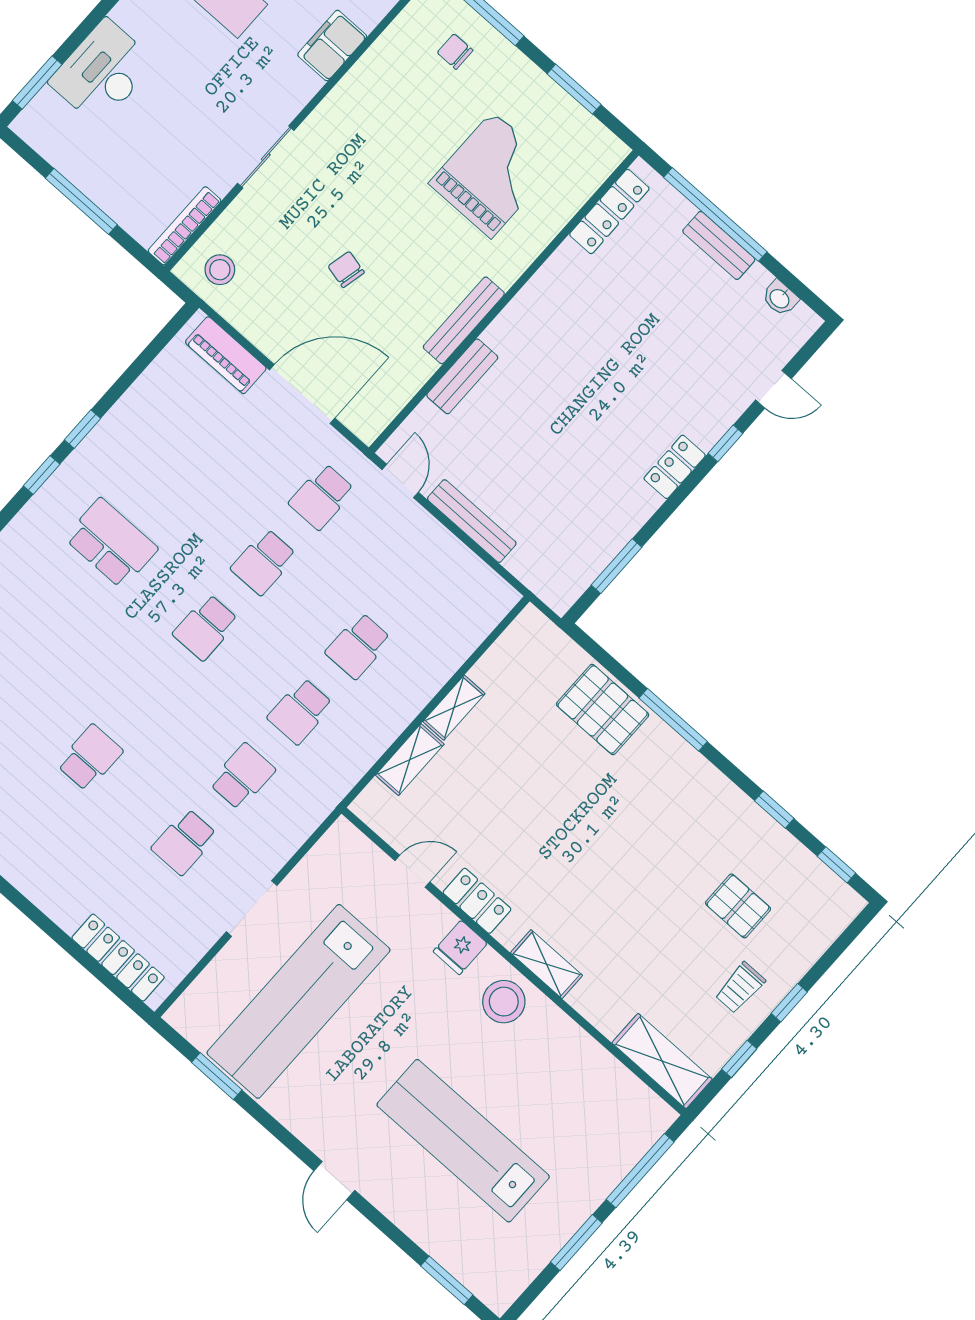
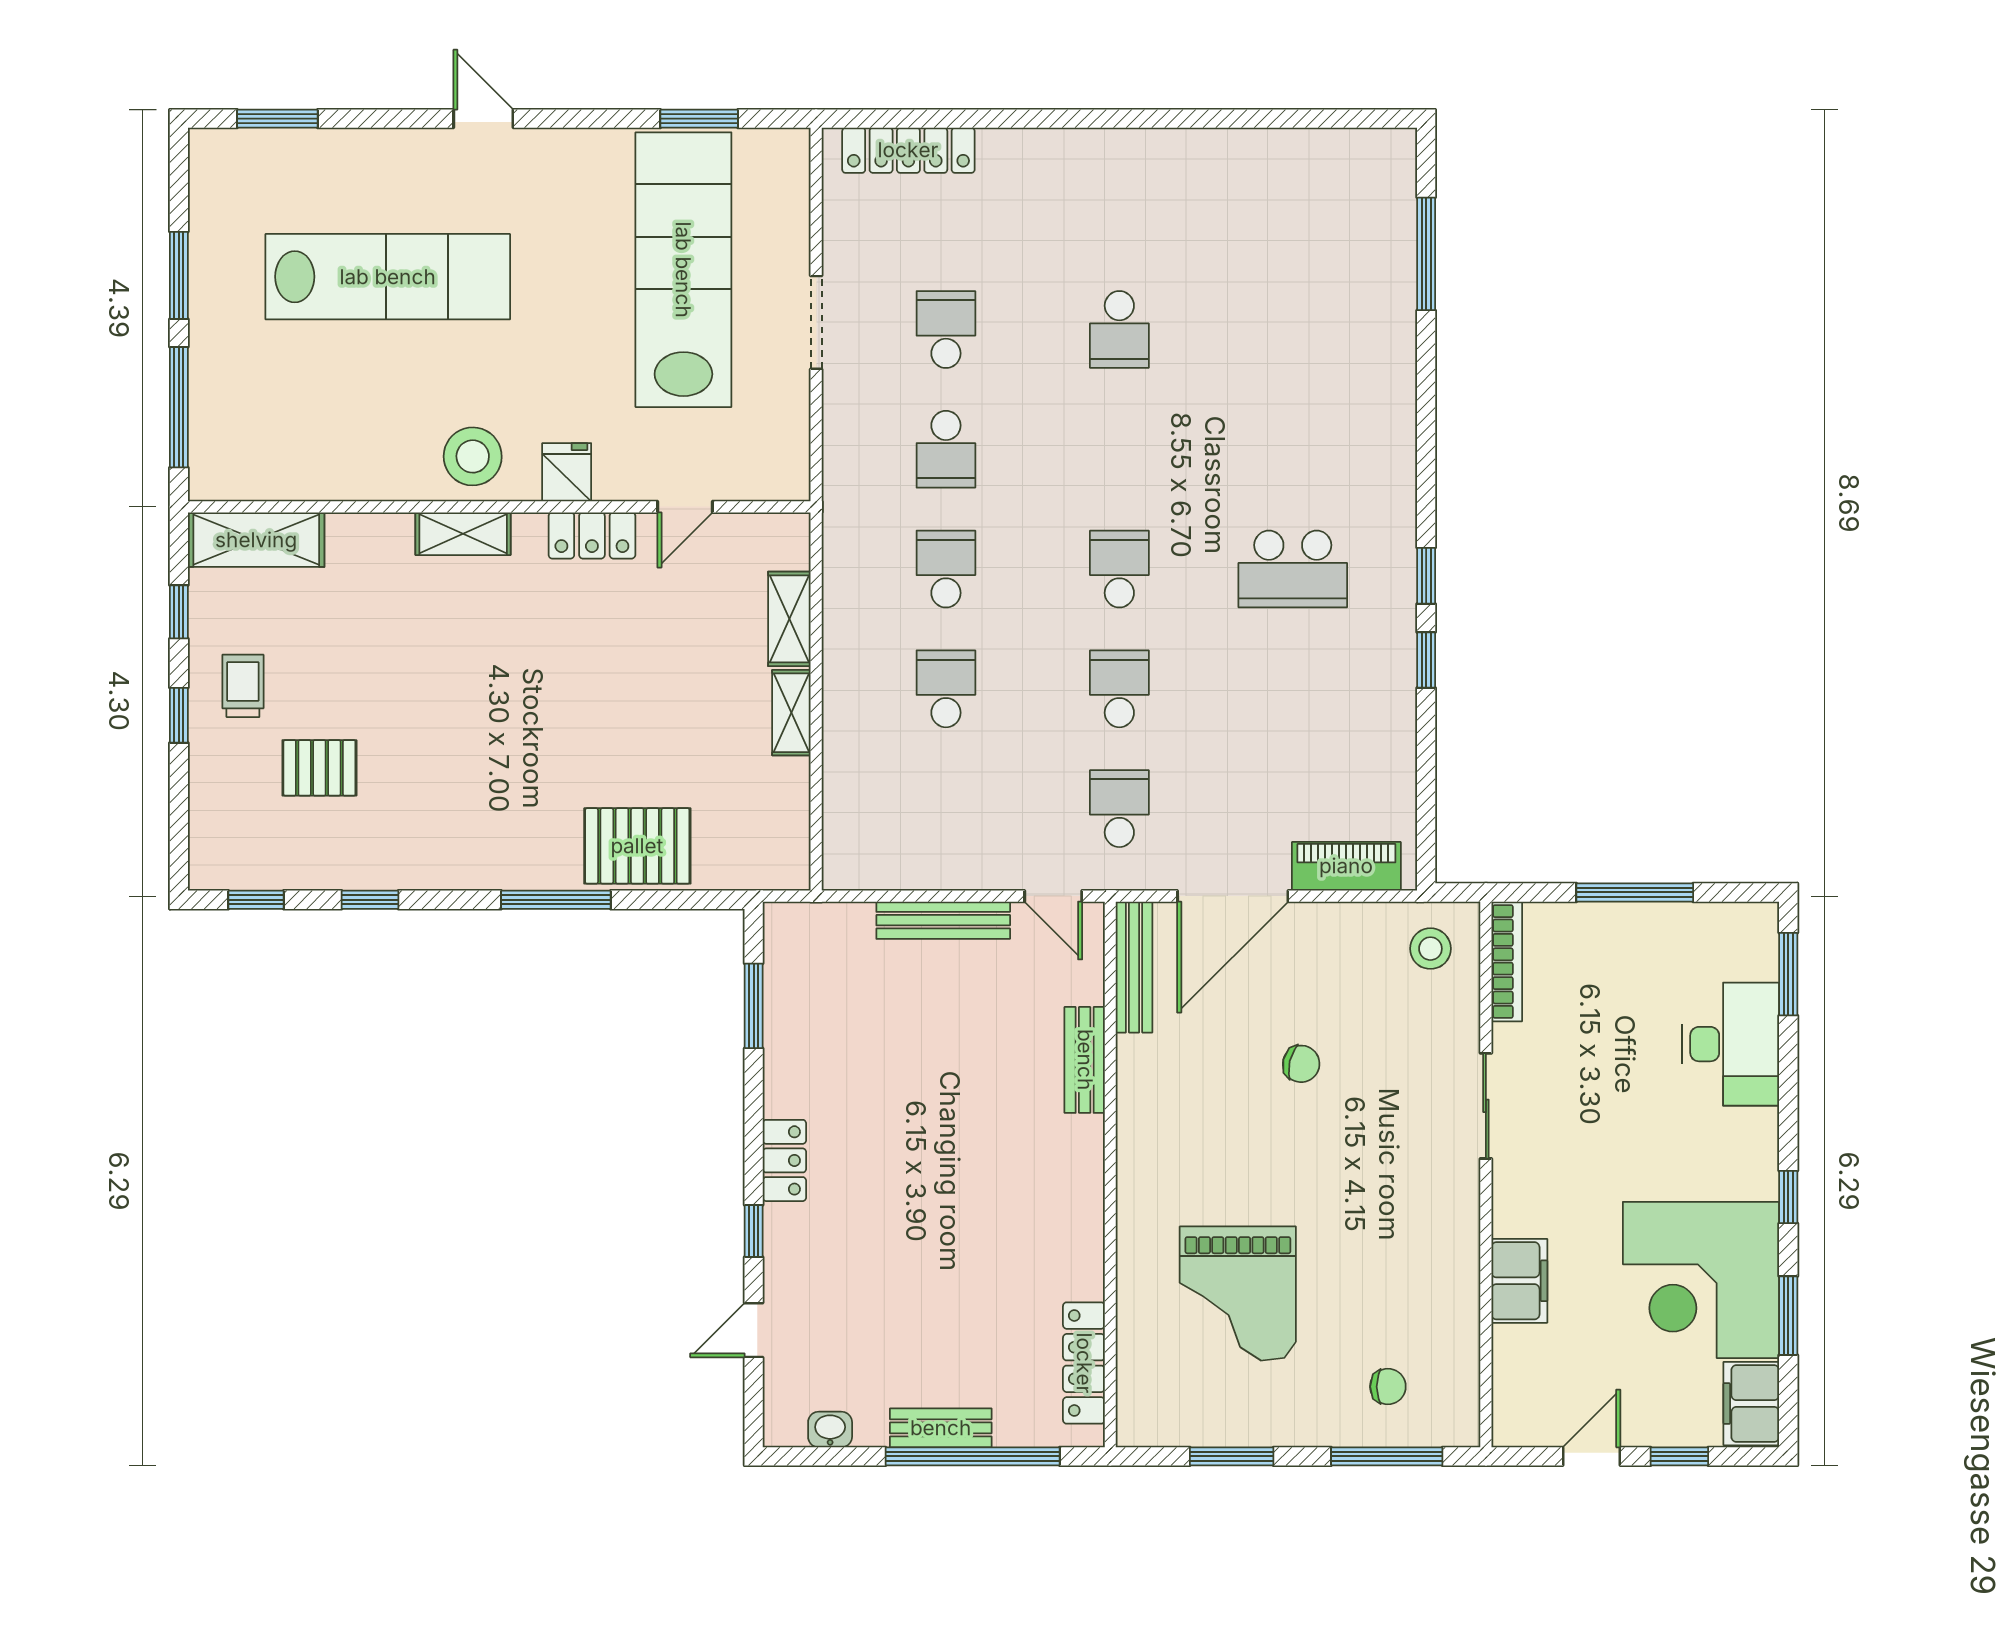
bench: (464, 320) -> (1134, 967), moved

